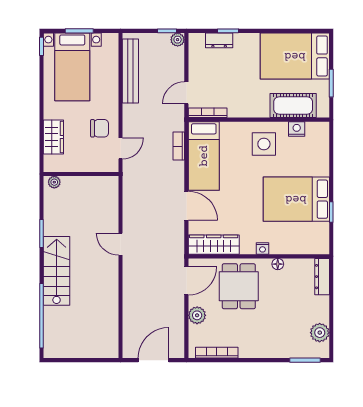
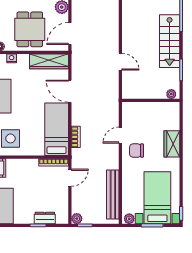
plant: (109, 39) -> (129, 219), added
wall: (81, 174) -> (151, 100), moved
plant: (54, 182) -> (171, 94), moved

